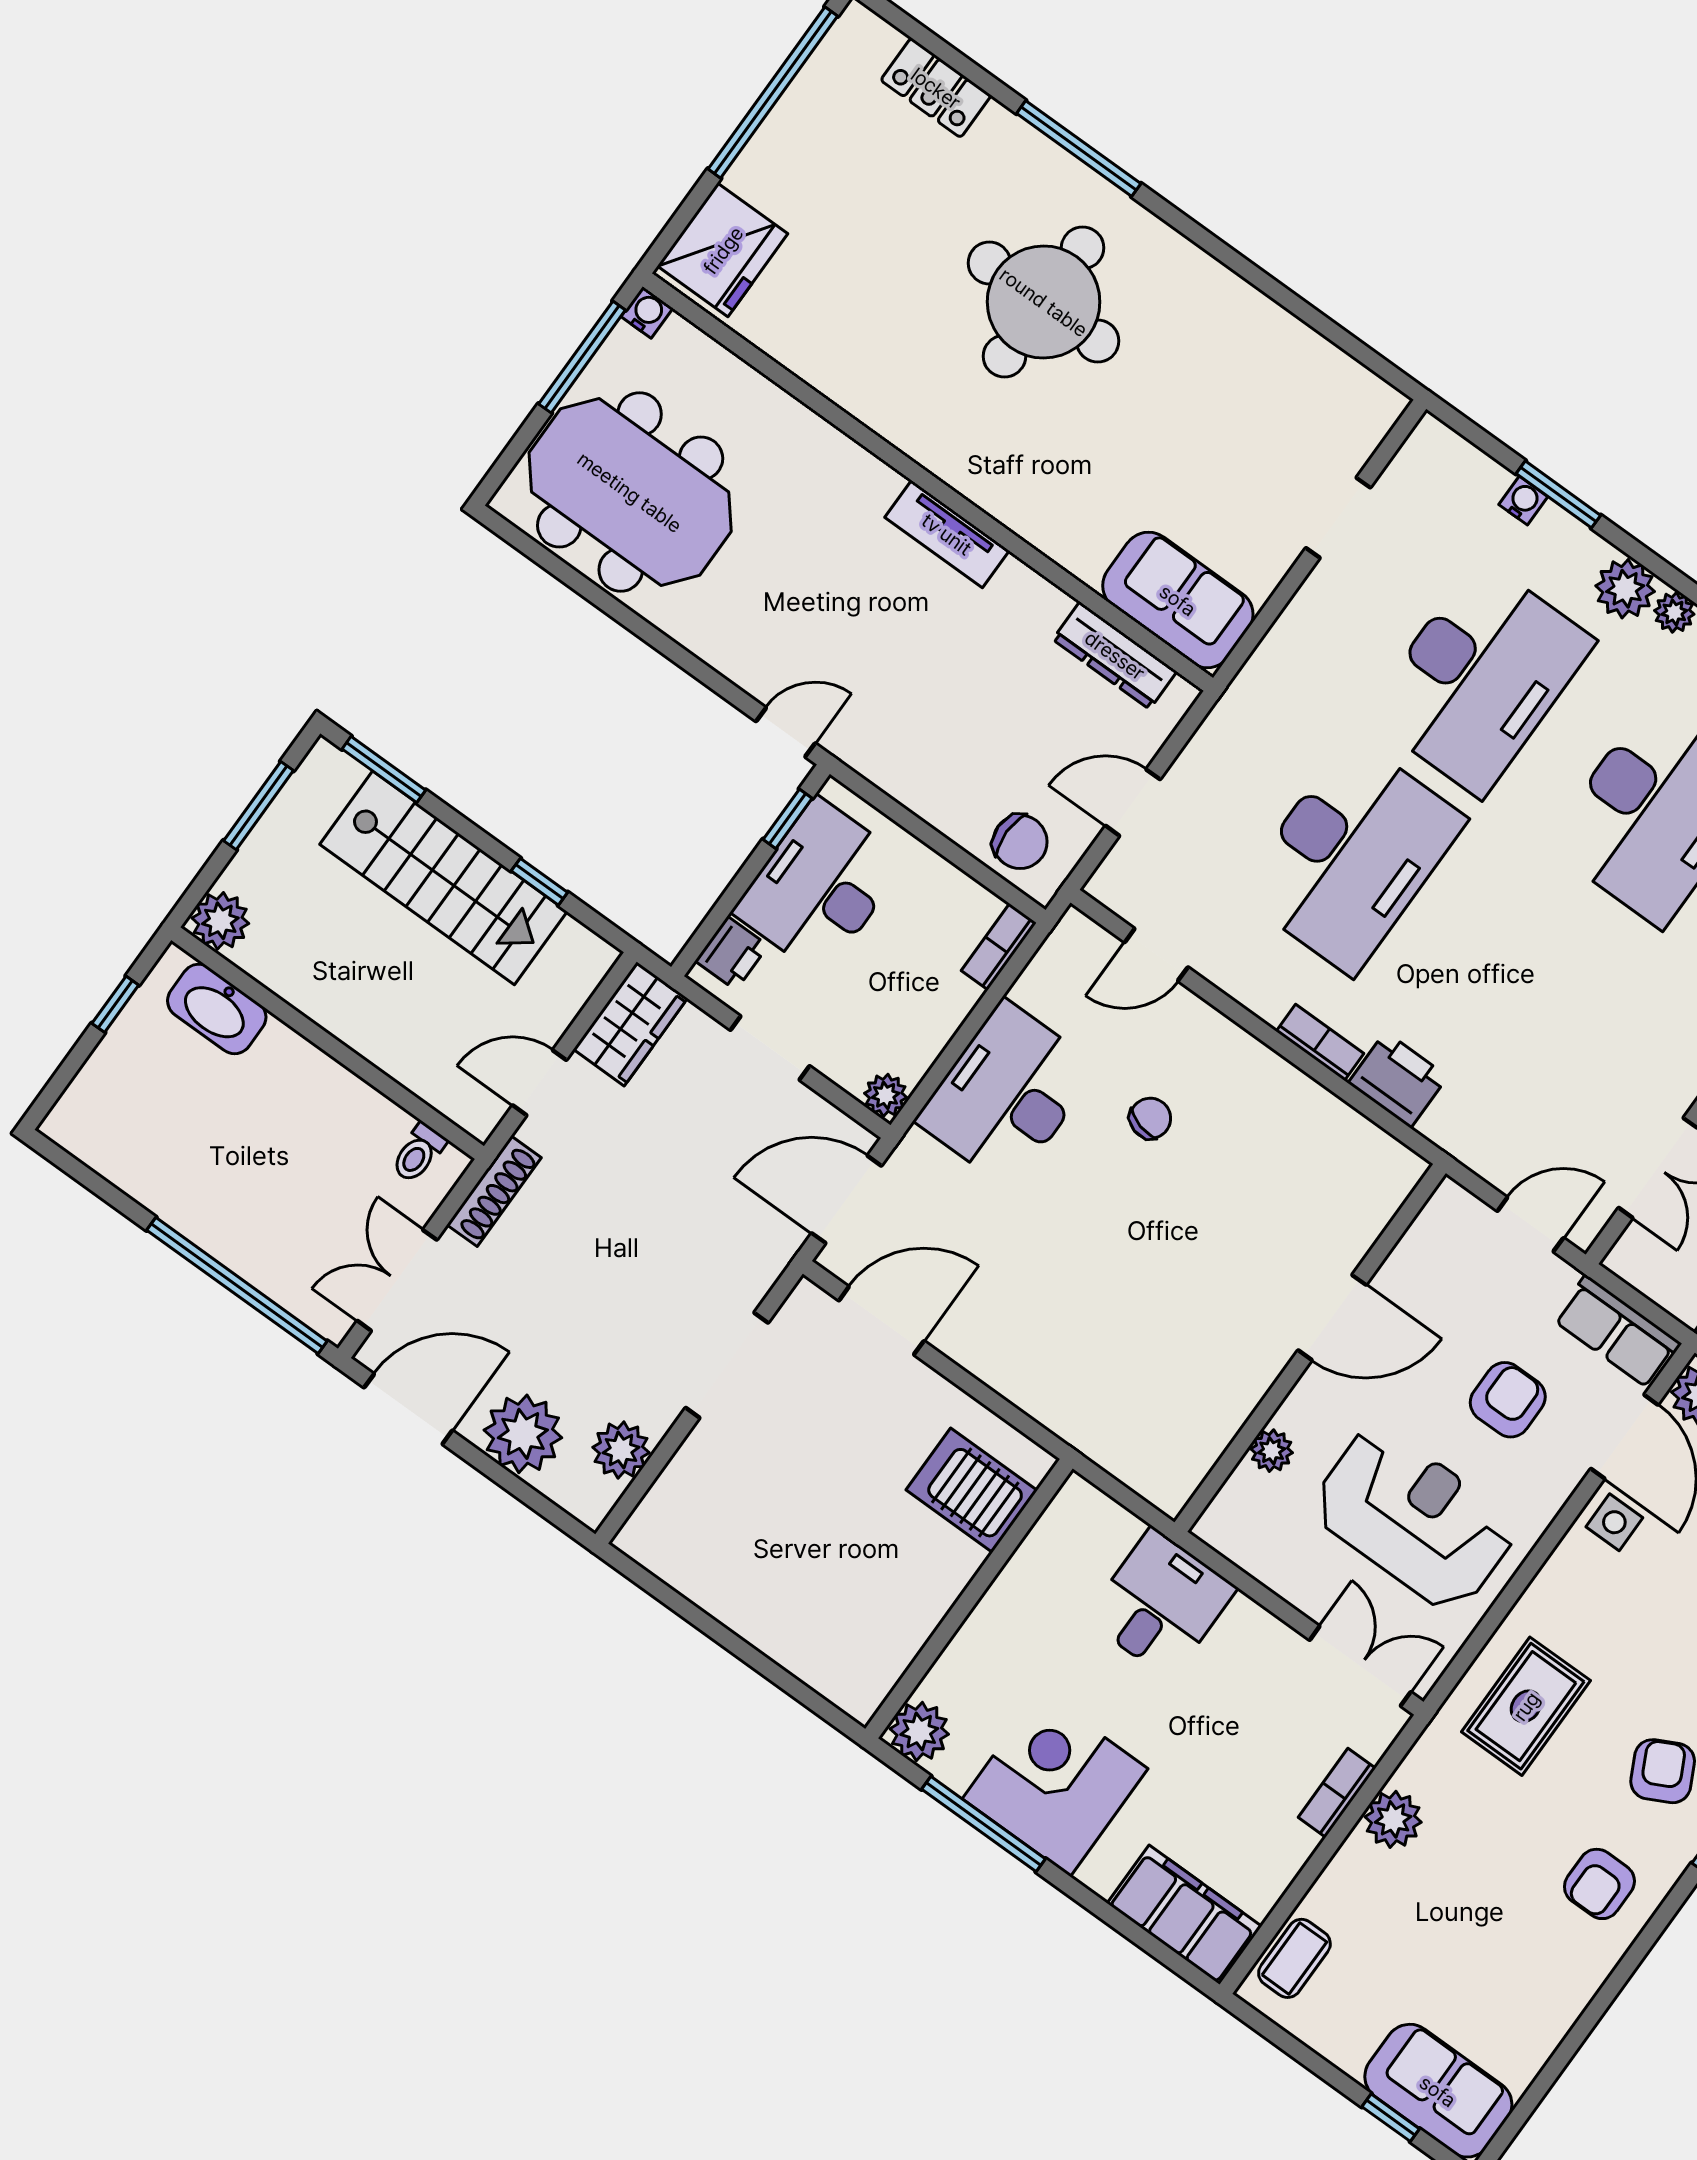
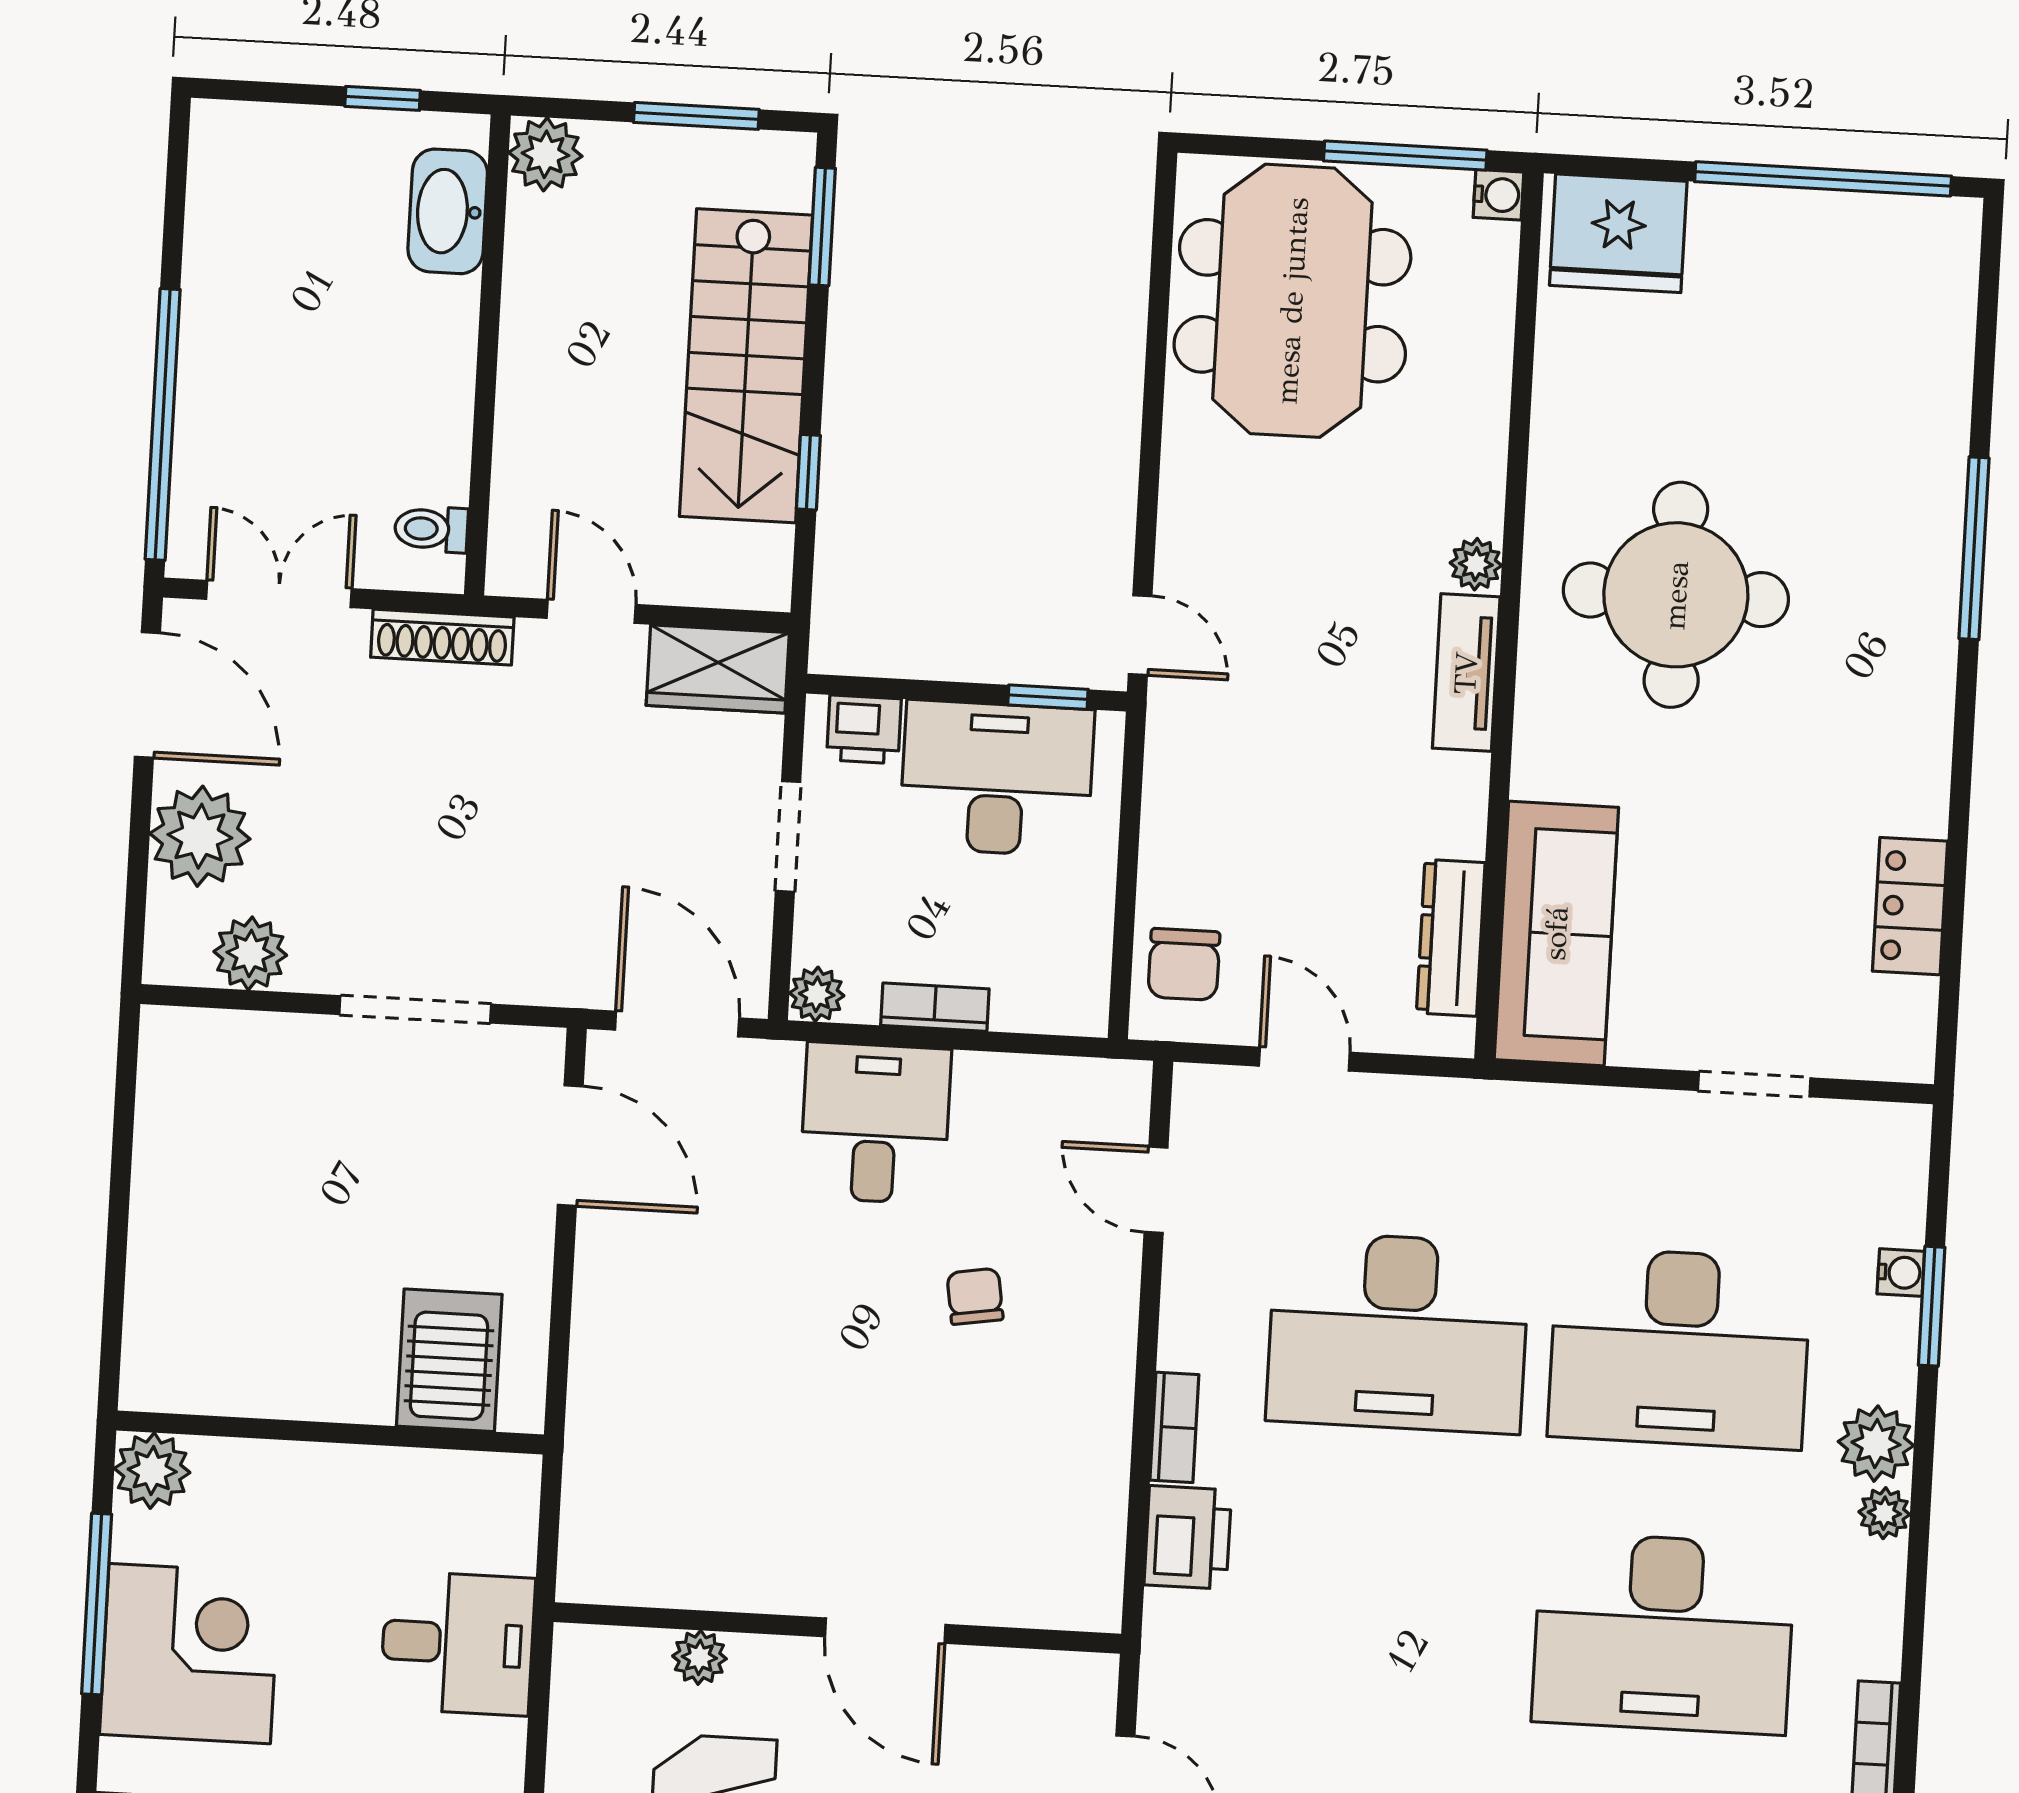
locker: (936, 88) -> (1910, 906), moved
round table: (1044, 302) -> (1676, 595), moved
plant: (880, 482) -> (1476, 564), added
sofa: (1178, 600) -> (1556, 933), width x1.36
bookcase: (999, 947) -> (935, 1007), moved
desk: (1007, 1094) -> (875, 1123), width x0.73
chair: (1150, 1118) -> (975, 1296), turned -114

